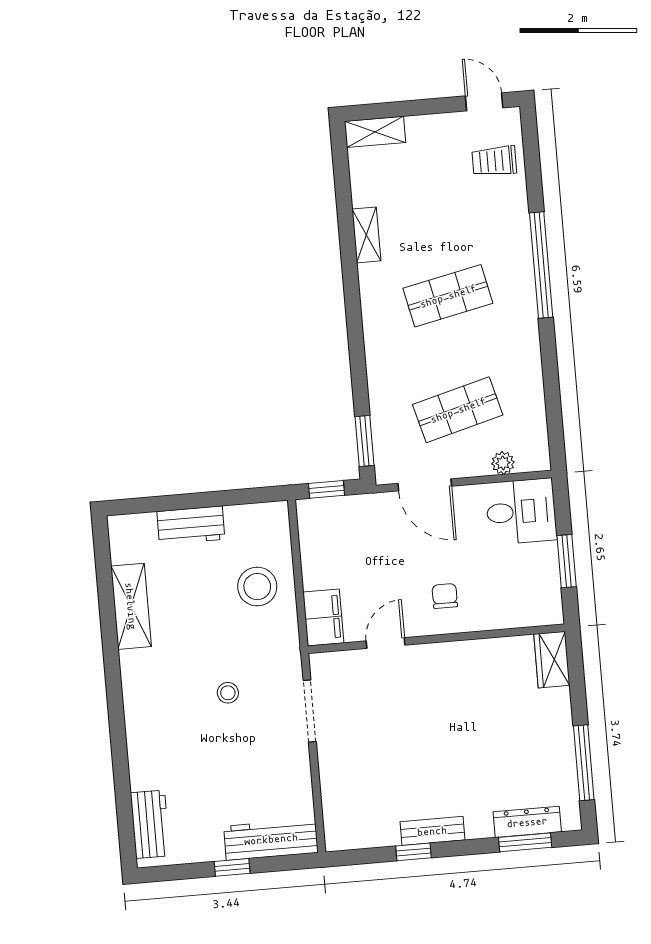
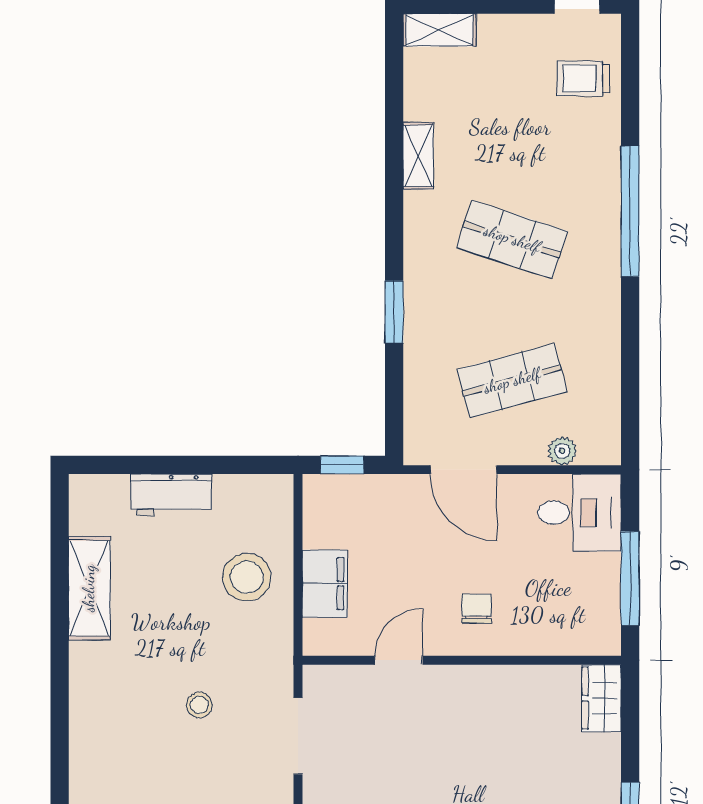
shop shelf: (448, 296) -> (512, 239), turned 30
window: (365, 441) -> (394, 312), moved
window: (567, 561) -> (630, 578), width x1.44
filing cabinet: (323, 617) -> (325, 584), moved

